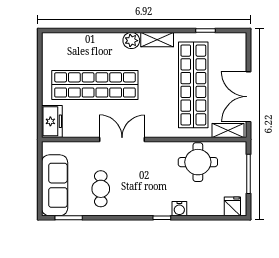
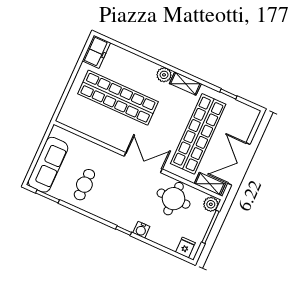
freezer: (52, 121) -> (96, 52), moved
double door: (122, 139) -> (143, 163), moved
plant: (238, 151) -> (211, 204), added

